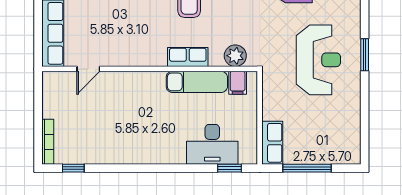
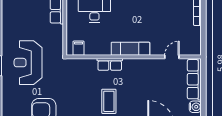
plant: (235, 56) -> (80, 65), removed
exam couch: (197, 82) -> (130, 49), moved

